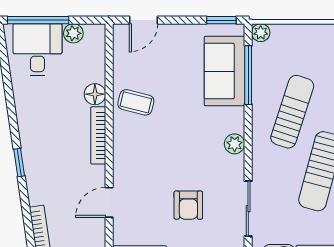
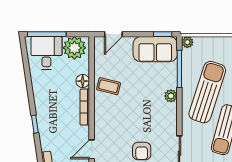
plant: (73, 33) -> (74, 48), width x1.87, depth x1.87
sofa: (224, 71) -> (155, 49), moved, turned -90
sun lounger: (292, 112) -> (207, 92), width x1.36, depth x1.34
plant: (235, 144) -> (171, 96), moved

